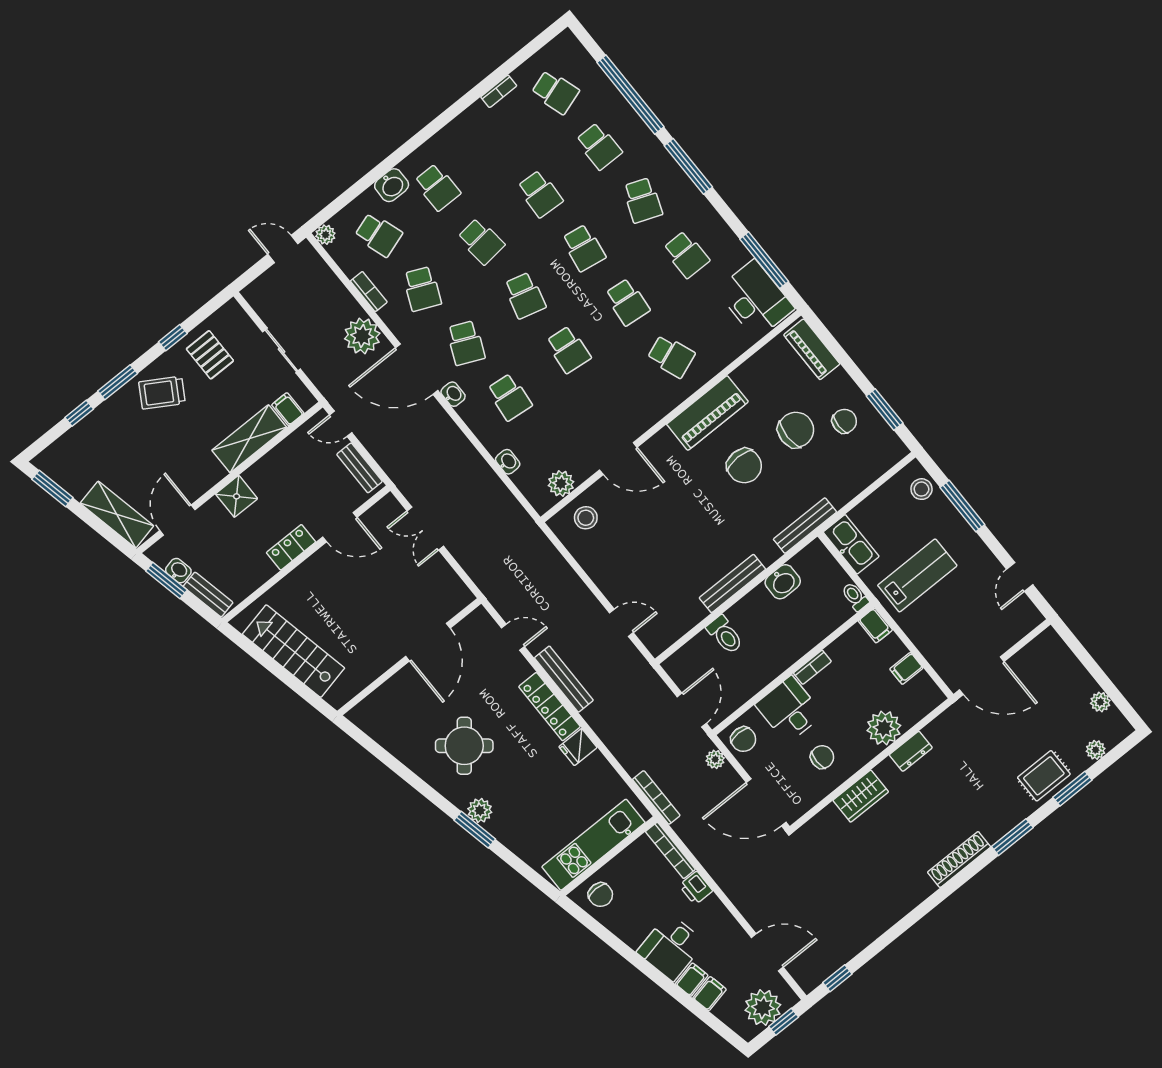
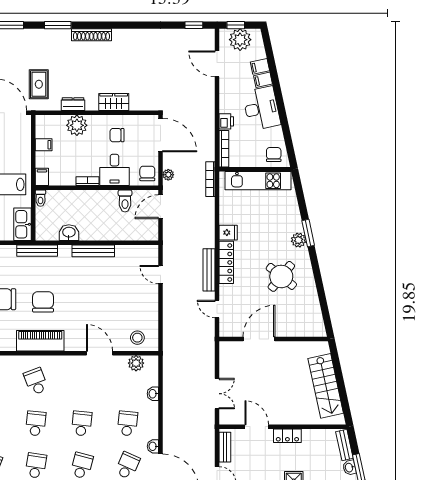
toilet: (725, 635) -> (125, 201), moved, turned 180
rug: (1044, 776) -> (39, 84), moved, turned 90
desk: (671, 947) -> (262, 108), width x1.37

